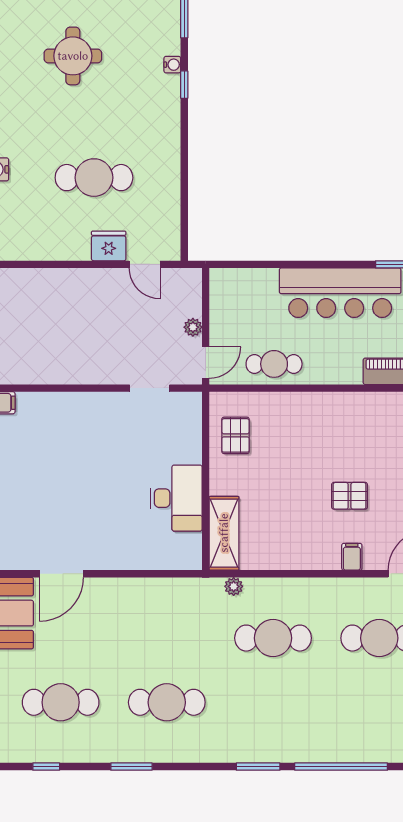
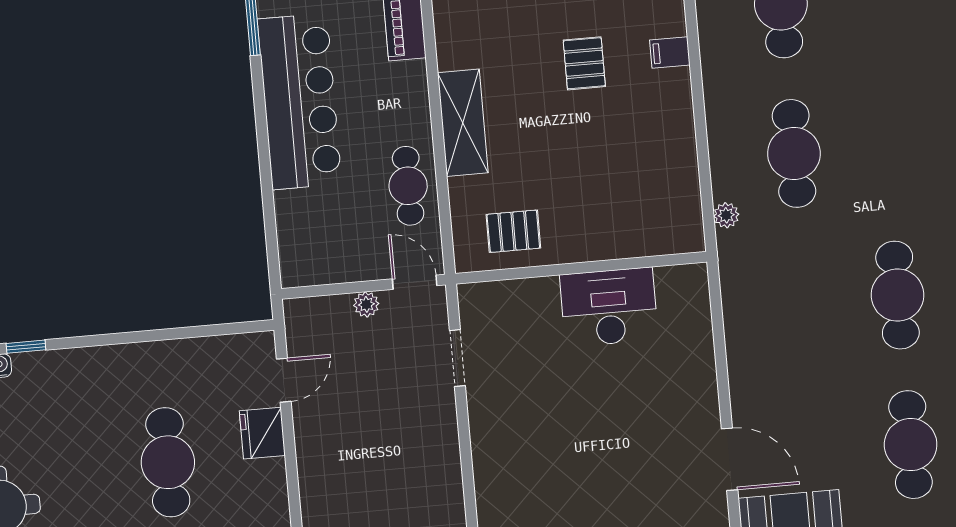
shelving: (224, 533) -> (463, 123), moved, turned 90

